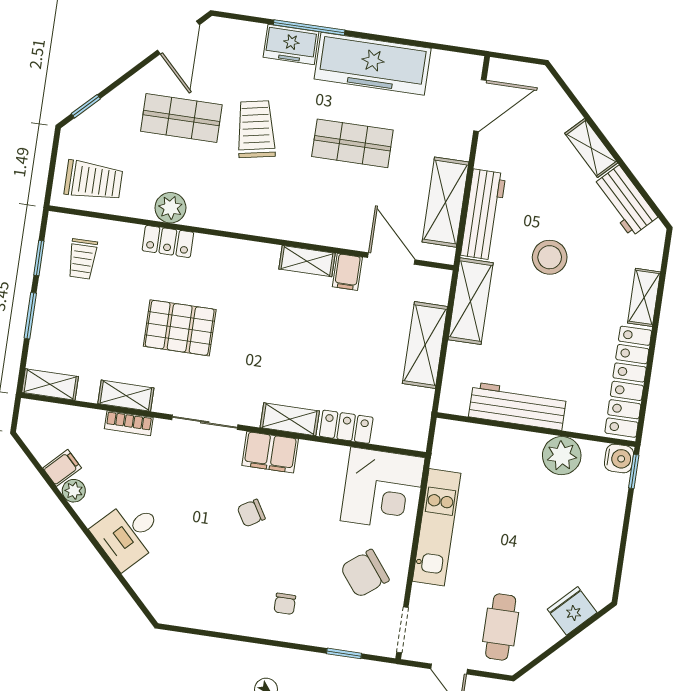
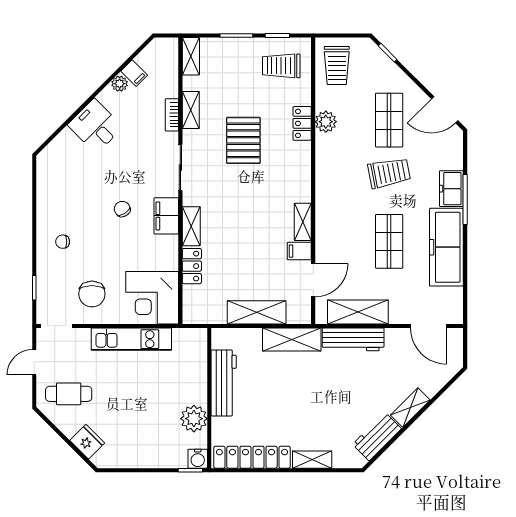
stool: (550, 257) -> (330, 390), removed
trolley: (82, 259) -> (281, 66), width x1.36, depth x1.39
chair: (365, 573) -> (92, 294), turned -142

